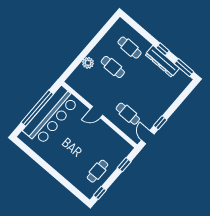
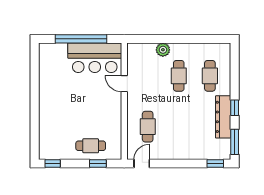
door: (96, 112) -> (124, 84), moved
bar counter: (51, 116) -> (95, 58), width x0.73
window: (160, 123) -> (215, 164), moved
cafe table: (98, 171) -> (91, 146), moved

